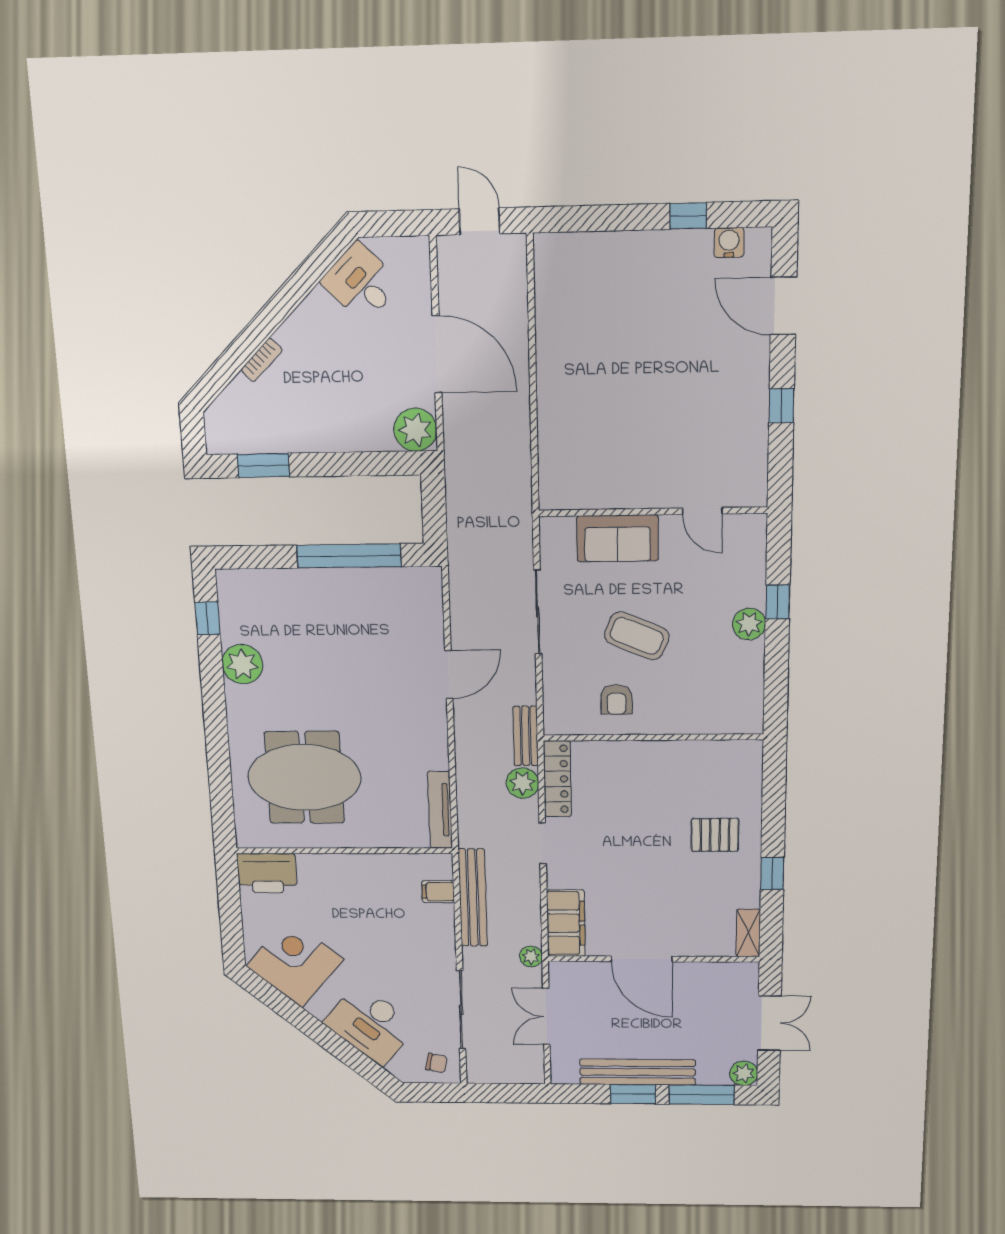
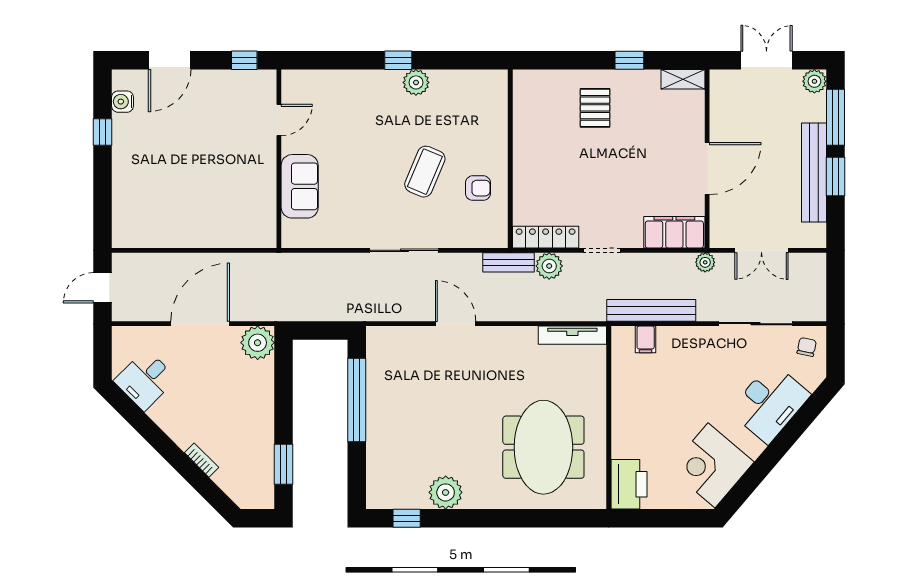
door: (702, 511) -> (279, 120), moved
wall: (653, 512) -> (279, 159), moved
sofa: (617, 538) -> (300, 186), moved

